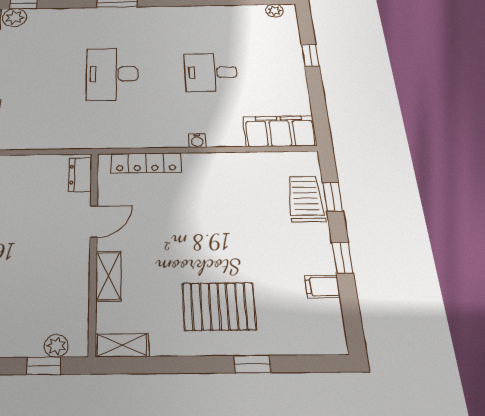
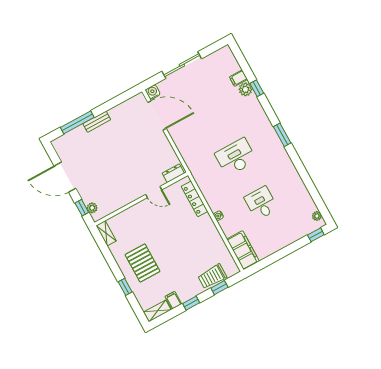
window: (310, 55) -> (316, 235), moved
trolley: (305, 199) -> (212, 276), turned 180
shelving: (109, 276) -> (157, 311), moved

